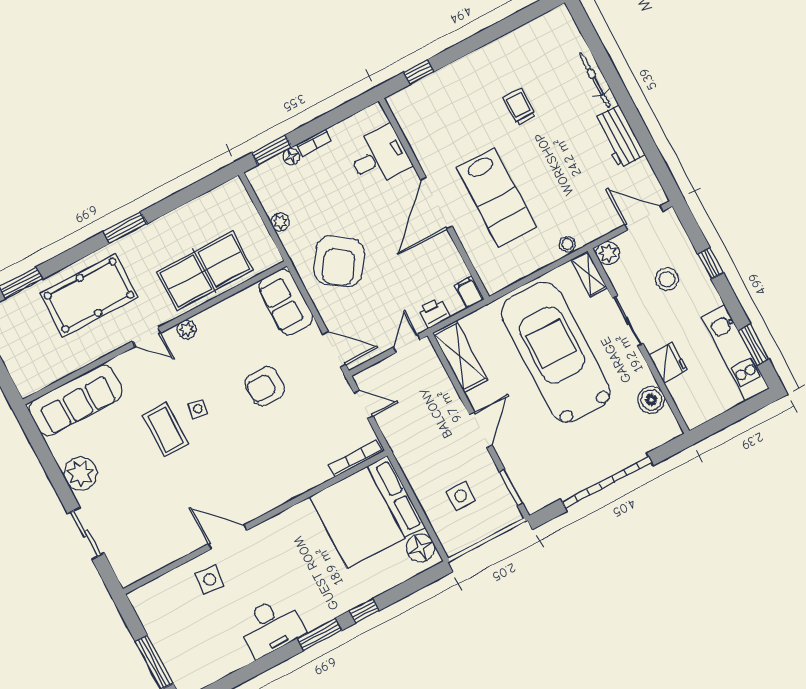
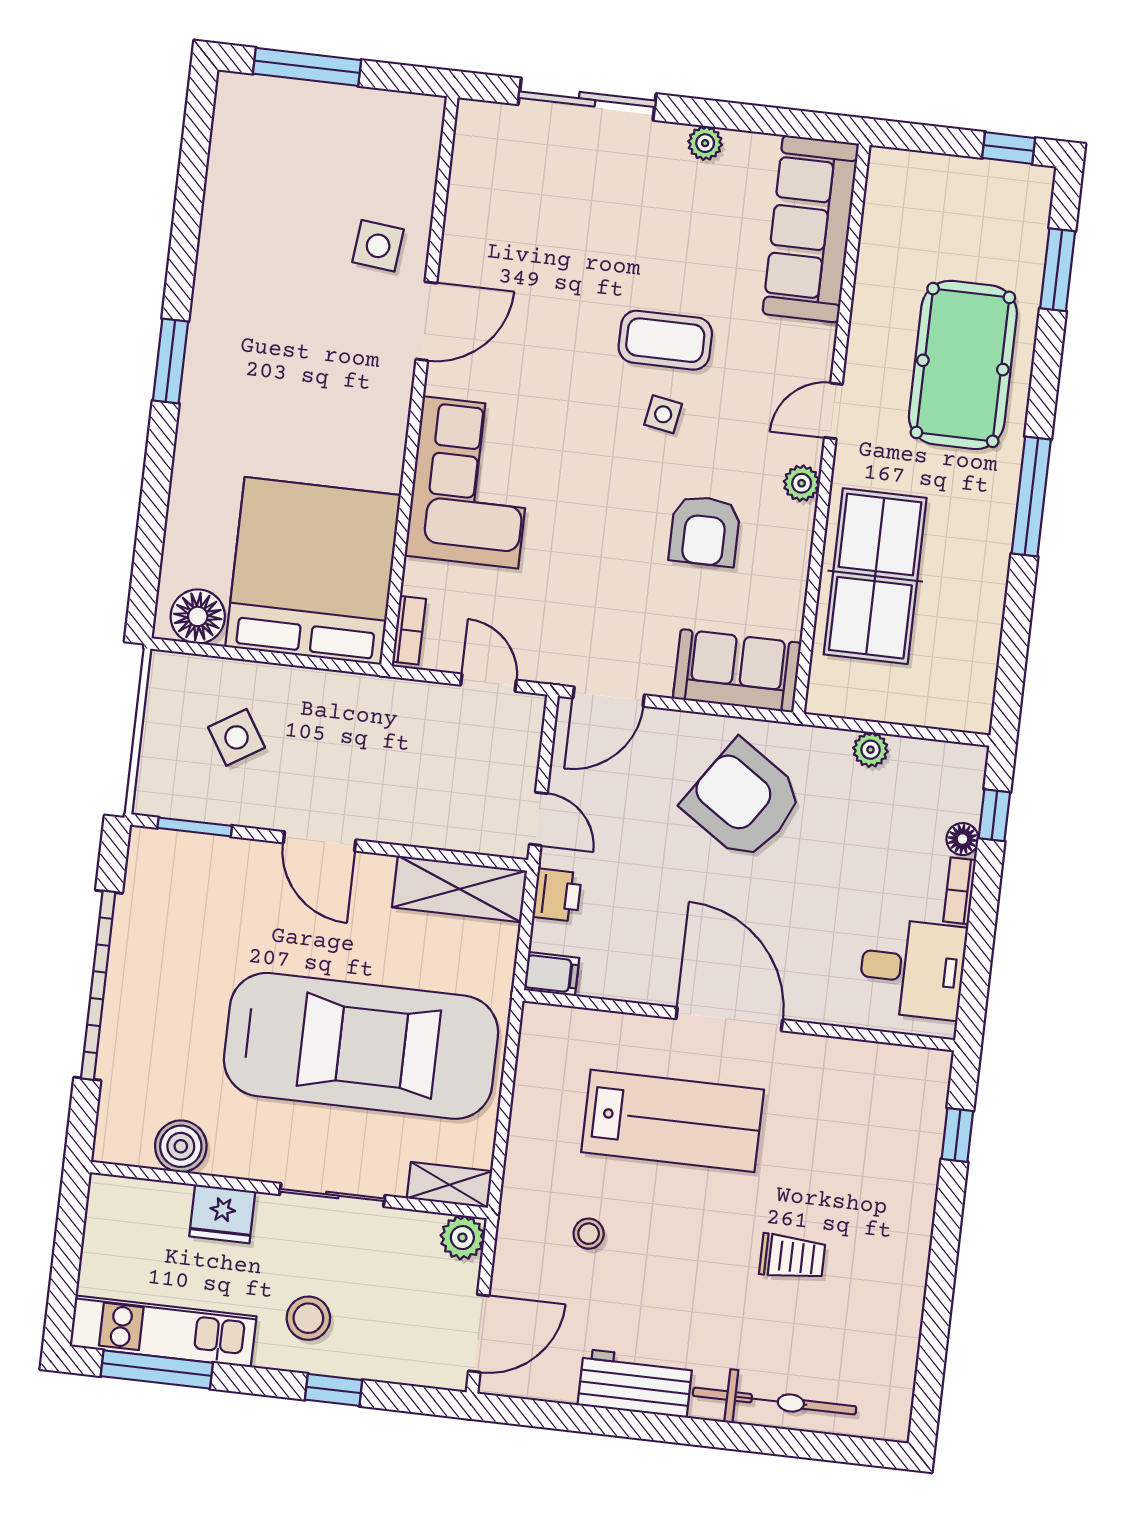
bicycle: (595, 80) -> (775, 1401), width x1.37, depth x1.40
window: (272, 150) -> (994, 815), width x0.67
desk: (379, 157) -> (912, 969), moved, turned -90
lab bench: (496, 198) -> (673, 1121), turned 180
window: (125, 228) -> (1031, 497), width x1.44
stool: (567, 244) -> (589, 1234), moved
stool: (667, 279) -> (308, 1318), moved
window: (754, 345) -> (157, 1369), width x1.44
armchair: (265, 386) -> (705, 531), moved, turned 180
door: (363, 405) -> (488, 683), swing flipped
bookcase: (356, 458) -> (409, 630), width x0.64
corner sofa: (283, 471) -> (471, 482), added
plant: (80, 473) -> (705, 143), width x0.53, depth x0.53
side table: (461, 496) -> (237, 737), turned -32
sliding door: (86, 533) -> (587, 99), width x1.37
window: (364, 611) -> (159, 458), removed
desk: (271, 626) -> (236, 292), removed

